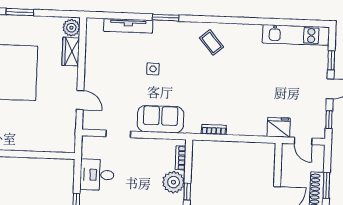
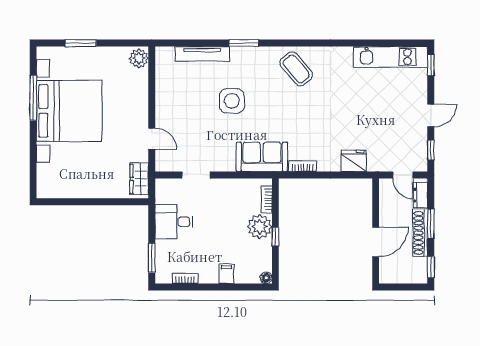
coffee table: (211, 42) -> (296, 69), width x1.36, depth x1.30
wardrobe: (71, 52) -> (139, 179), moved
window: (331, 60) -> (431, 65), moved
side table: (153, 69) -> (232, 101), width x1.87, depth x1.87
sofa: (160, 119) -> (262, 157), moved
fridge: (279, 127) -> (354, 161), moved
dresser: (318, 159) -> (420, 195), added

